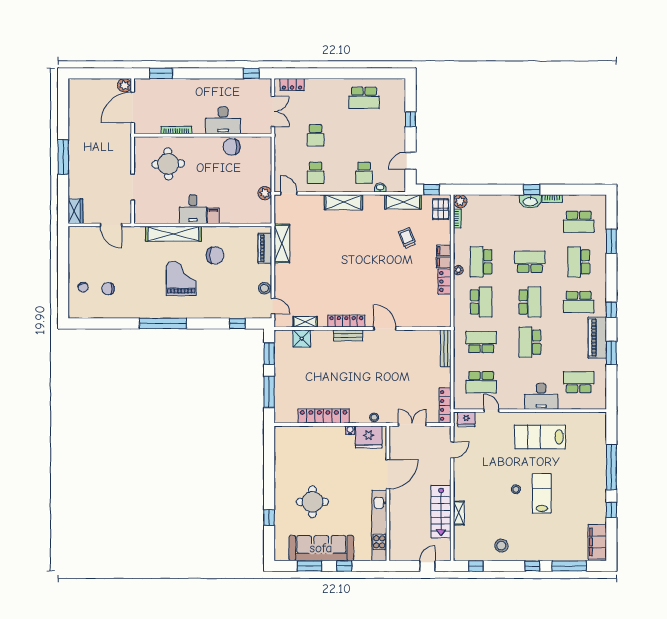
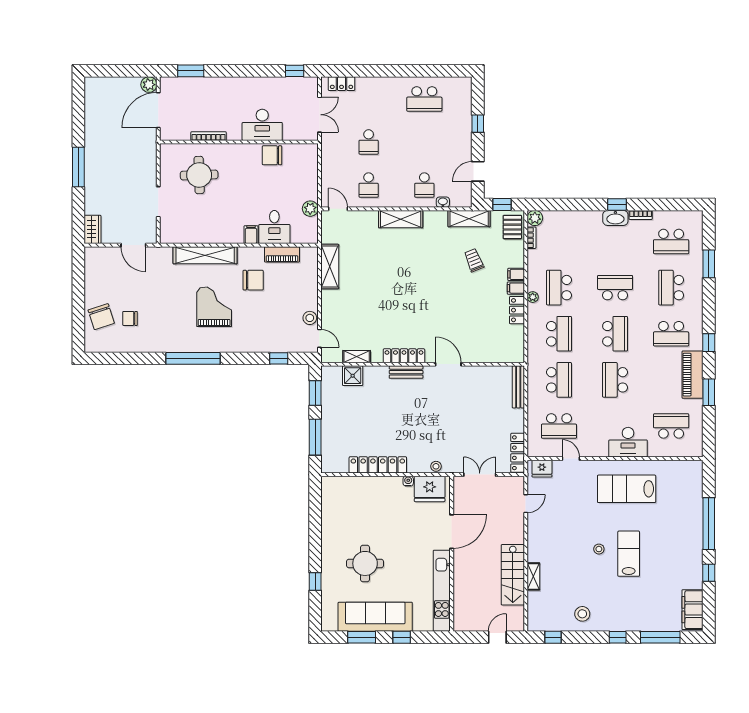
desk: (193, 209) -> (274, 227), moved
piano: (265, 248) -> (282, 254), moved, turned -90
chair: (83, 287) -> (101, 317), width x1.87, depth x1.87
school desk: (481, 342) -> (559, 380), turned 90

